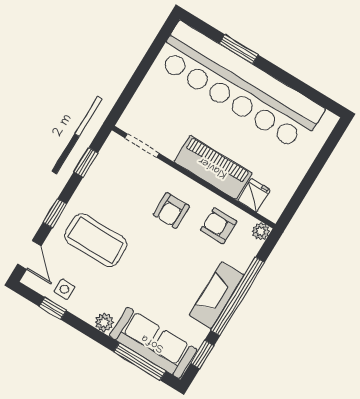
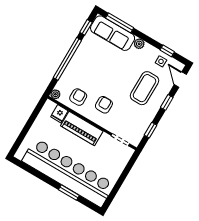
armchair: (219, 226) -> (78, 97), turned -90
coffee table: (96, 240) -> (144, 88), turned 90
fireplace: (217, 295) -> (79, 59), removed

